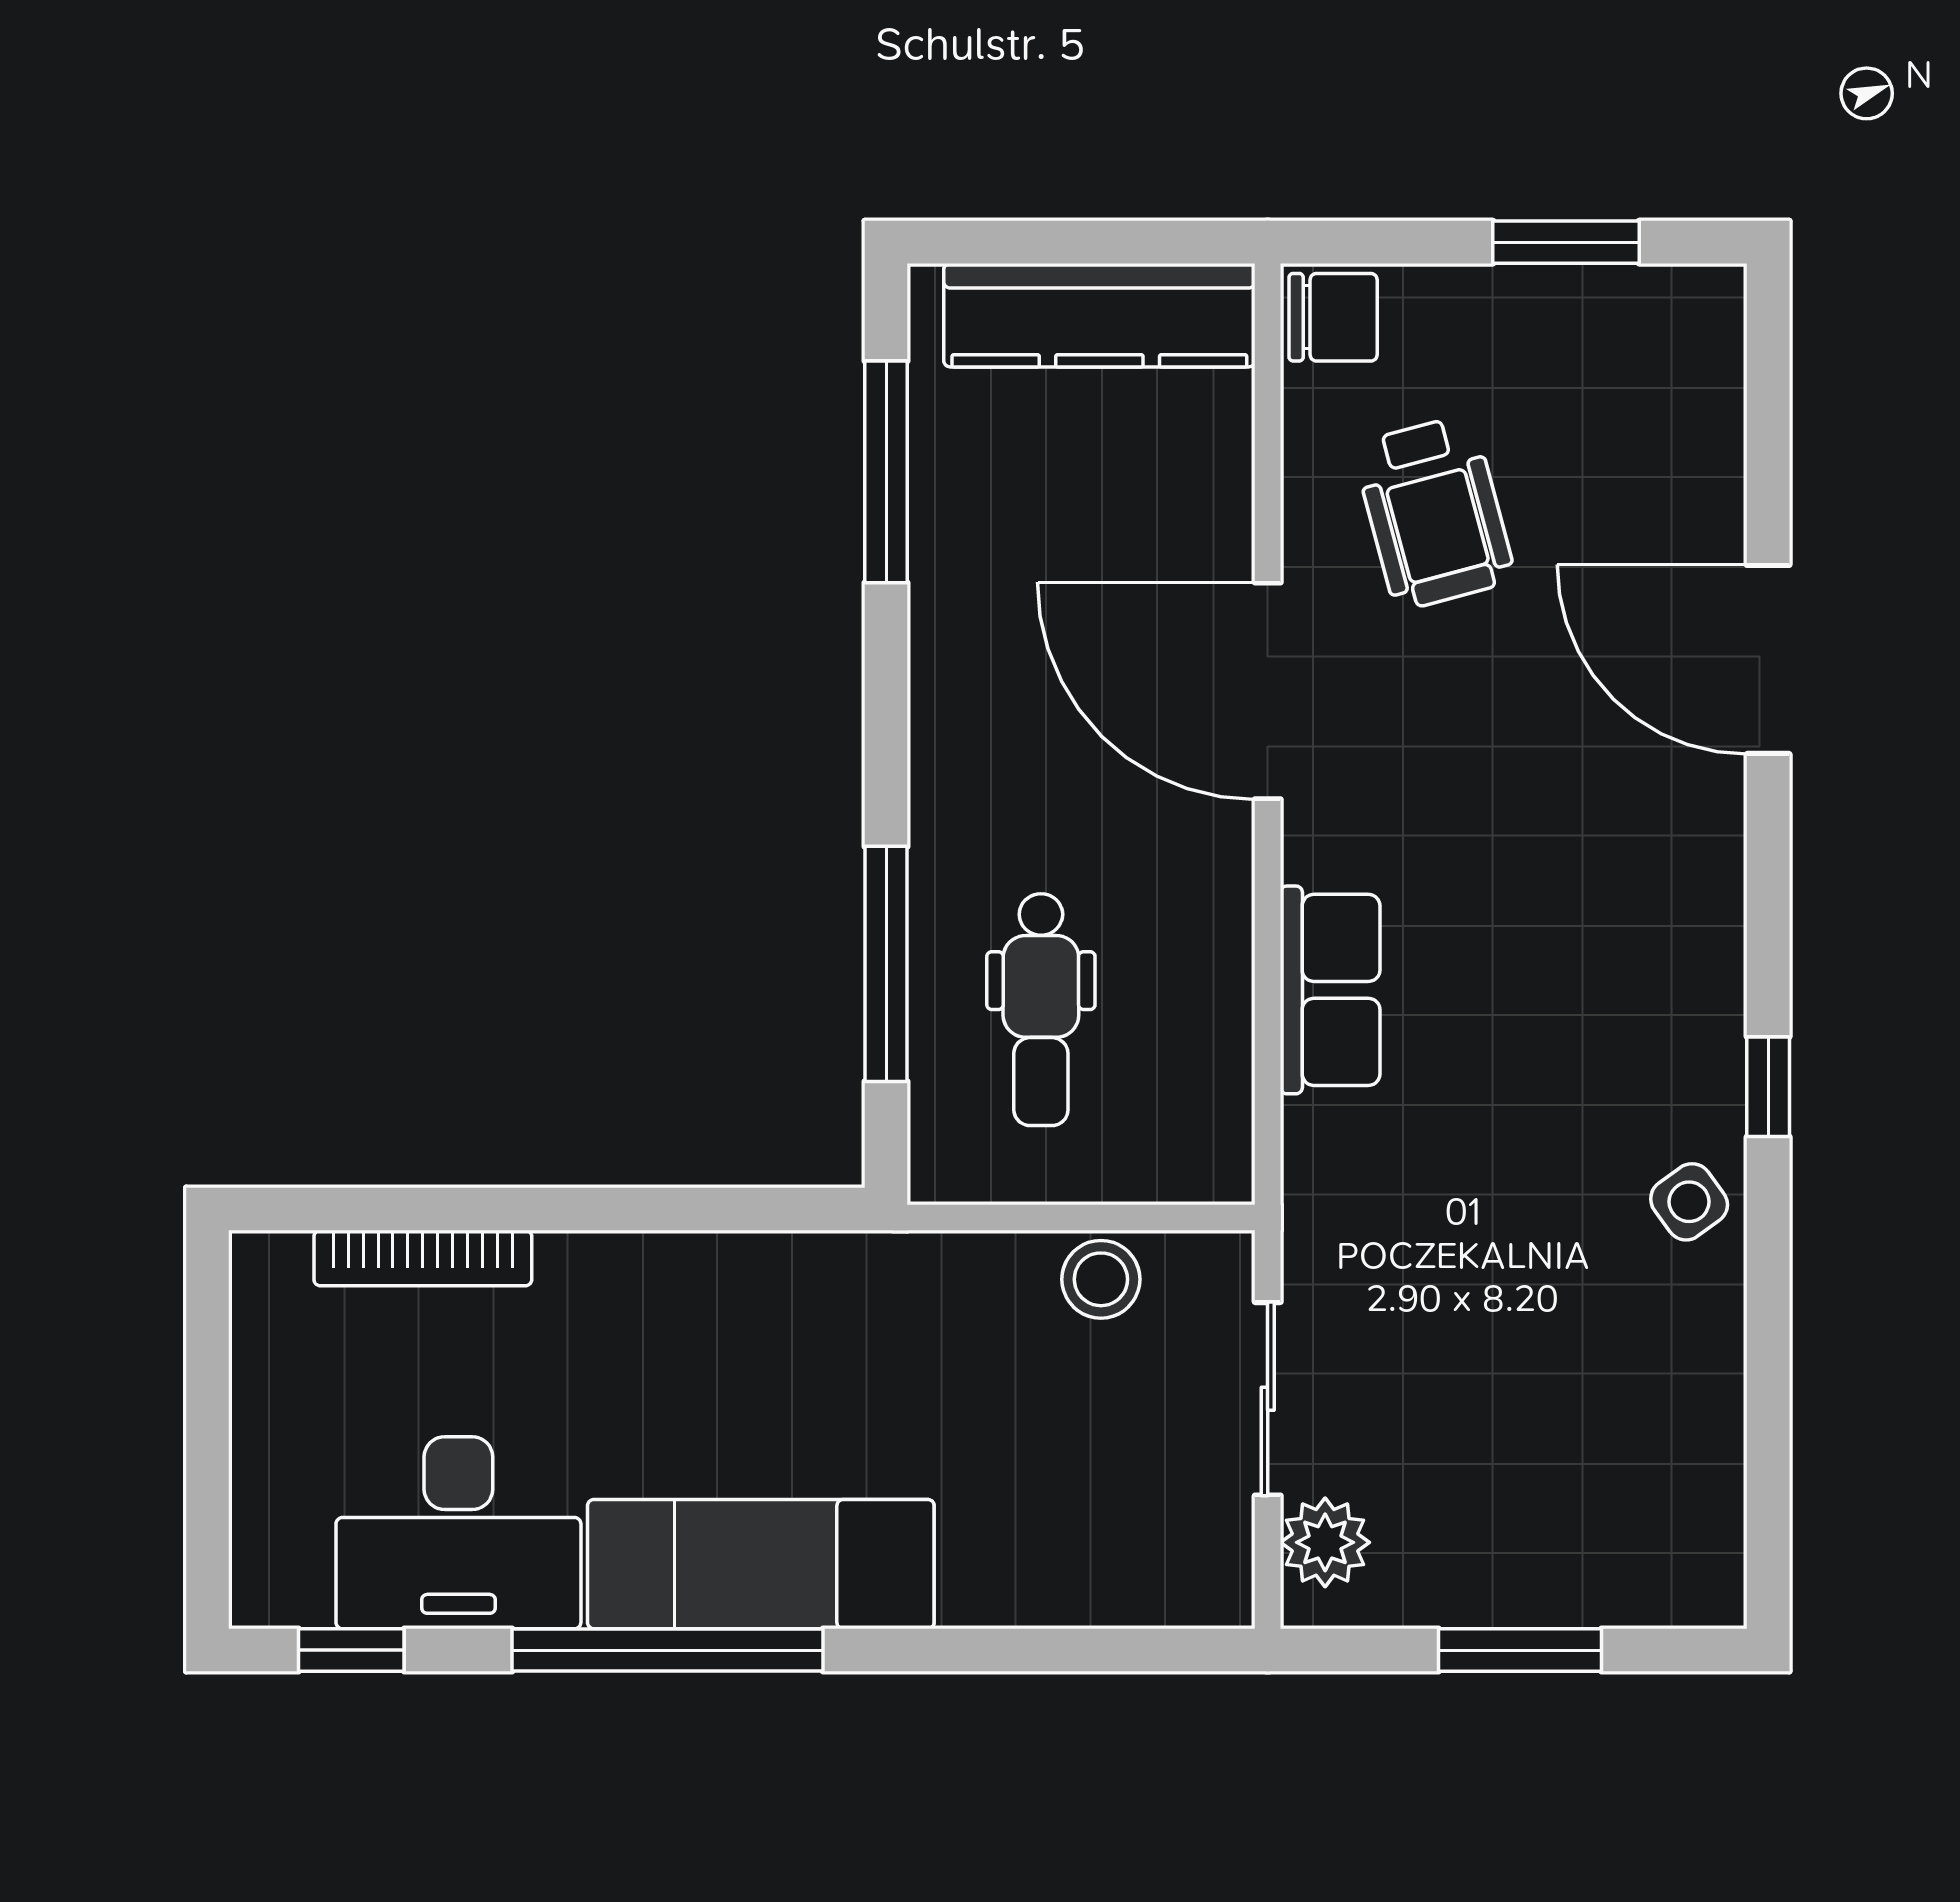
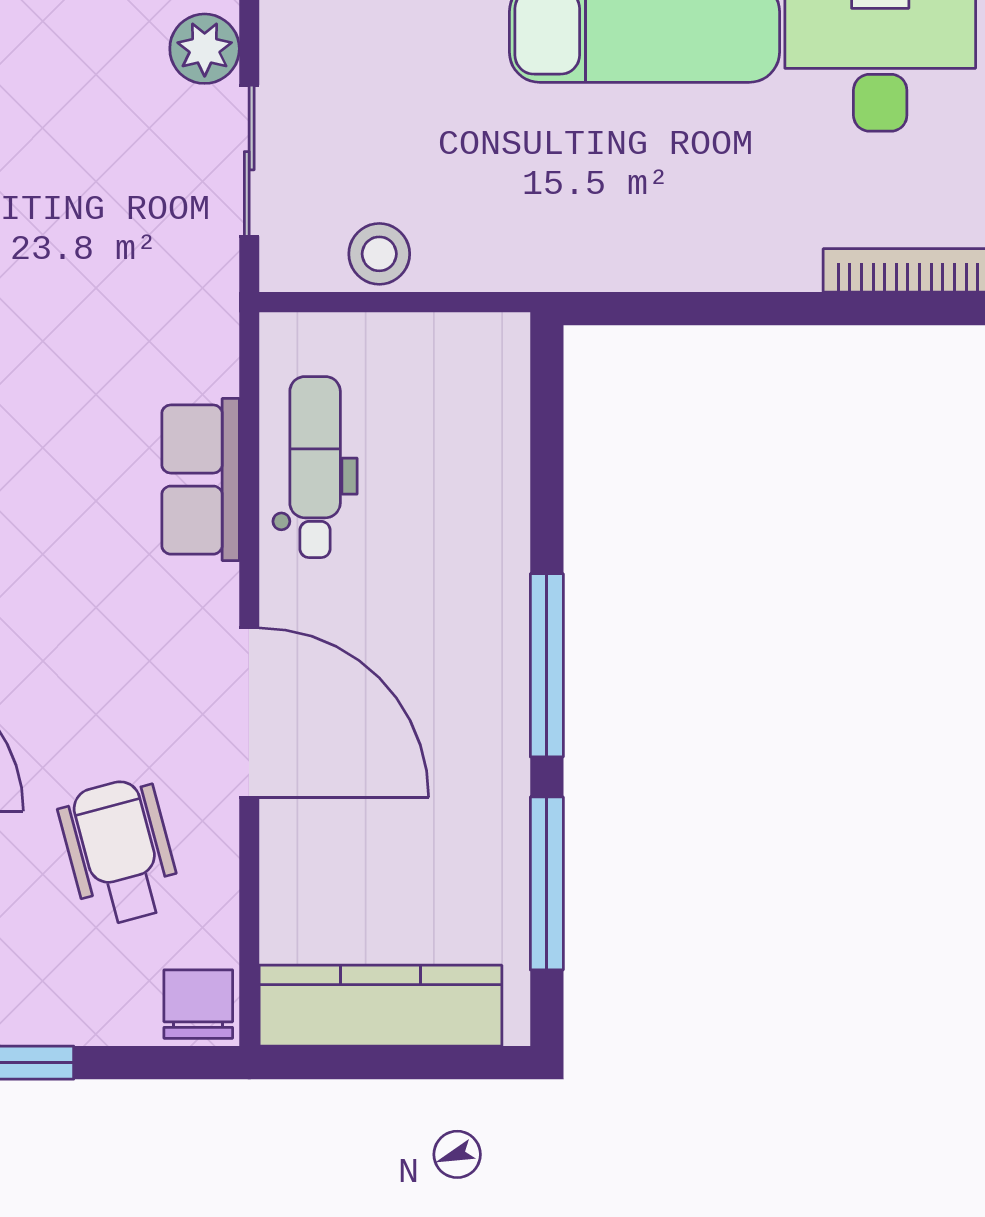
chair: (1333, 317) -> (198, 1004), turned 90
window: (886, 964) -> (547, 665), moved
dental chair: (1041, 1010) -> (315, 467), moved

